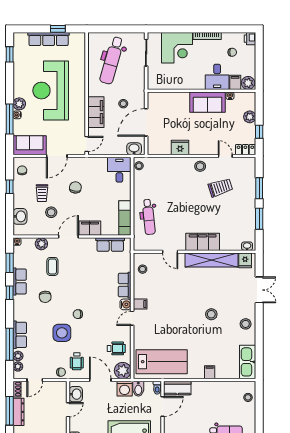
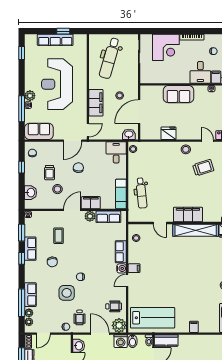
sofa: (208, 102) -> (179, 94), moved
door: (57, 156) -> (73, 141), moved
plant: (41, 244) -> (90, 216), moved
stool: (211, 314) -> (195, 277), removed

